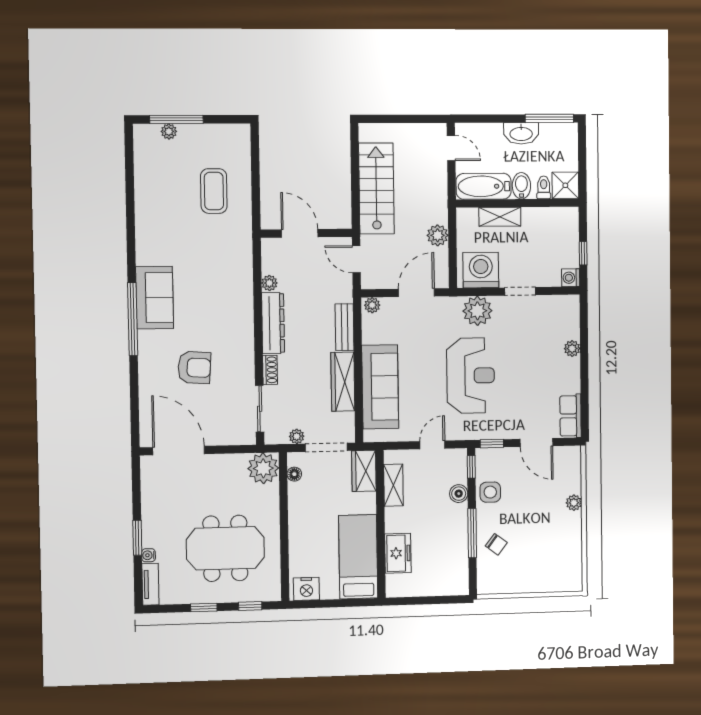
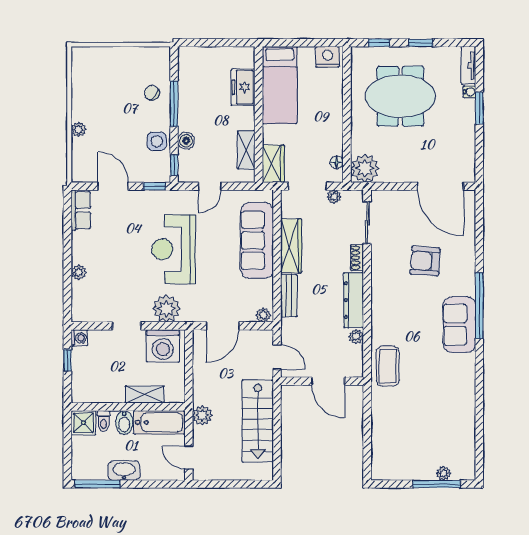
coffee table: (214, 191) -> (388, 366), moved
plant: (438, 235) -> (202, 415), moved

